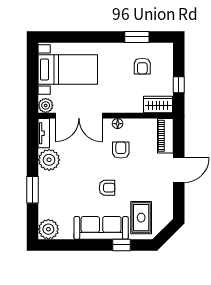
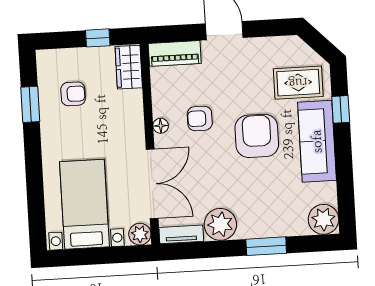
armchair: (107, 188) -> (257, 136), width x1.88, depth x1.88

